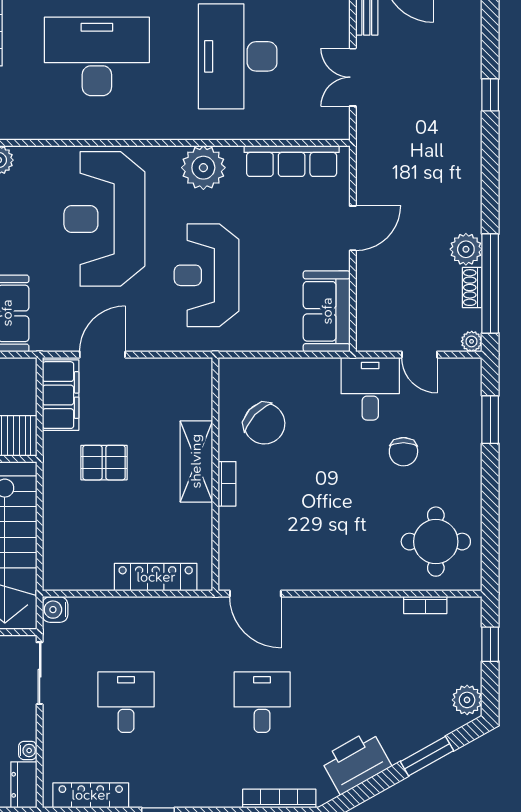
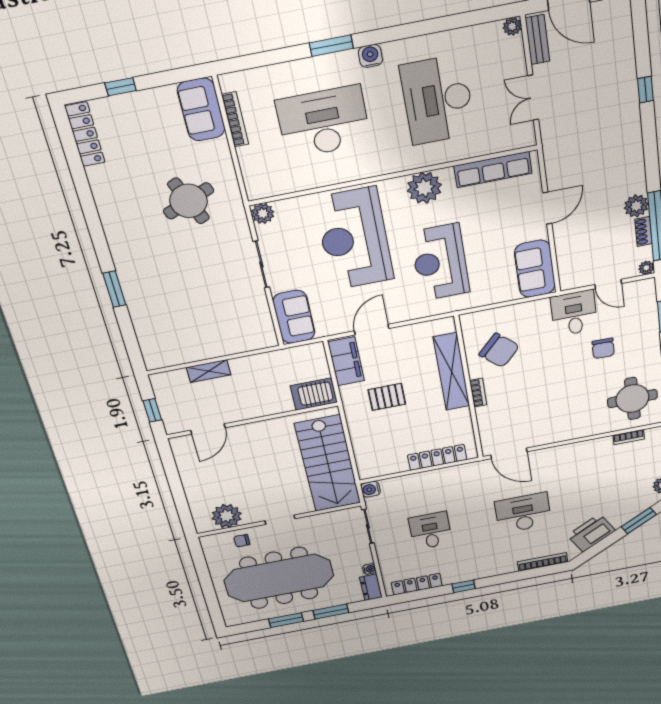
shelving: (196, 461) -> (452, 372), width x1.47
desk: (262, 702) -> (523, 513), width x1.37

